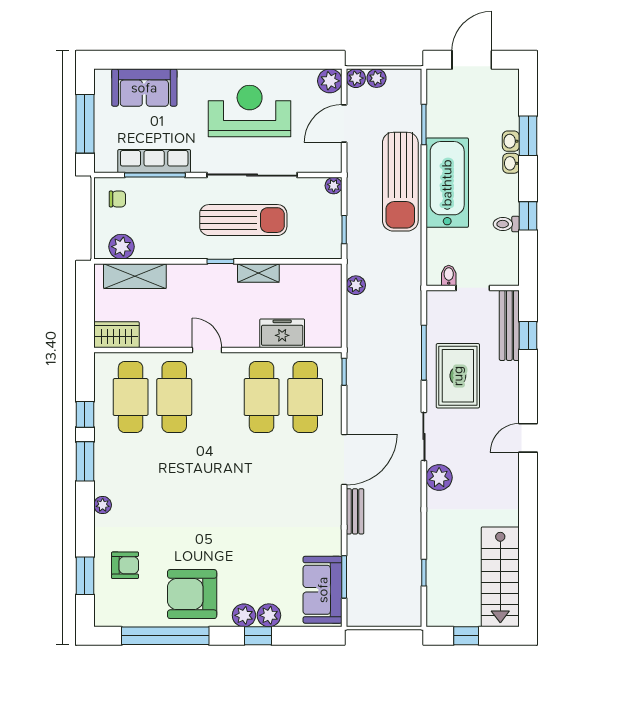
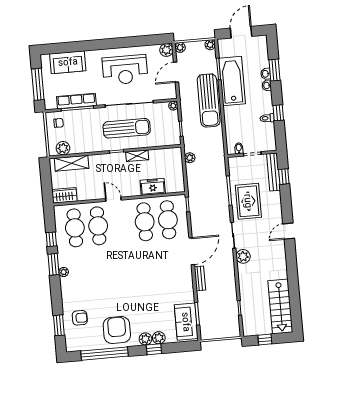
plant: (377, 78) -> (210, 45), moved
reception desk: (250, 111) -> (125, 70), turned 180
bathtub: (447, 183) -> (232, 81), moved
plant: (103, 505) -> (64, 272), moved
armchair: (192, 594) -> (117, 330), turned 90

